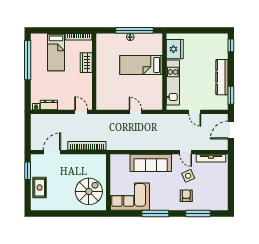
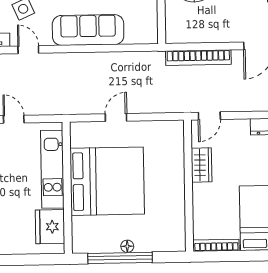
wardrobe: (86, 63) -> (202, 165), moved
bed: (141, 65) -> (107, 181), width x2.04
door: (81, 112) -> (209, 116), hinge flipped
door: (135, 112) -> (116, 117), swing flipped

